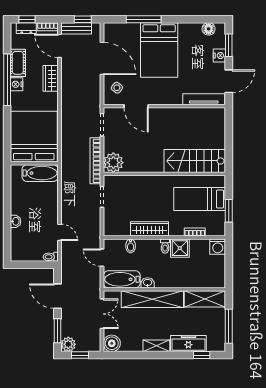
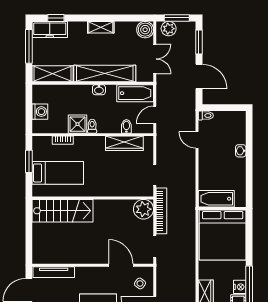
wardrobe: (150, 229) -> (124, 143), moved
washing machine: (218, 247) -> (40, 112), moved, turned 90
door: (102, 258) -> (155, 115), swing flipped
washbasin: (148, 283) -> (99, 90), moved
double door: (102, 314) -> (155, 59), swing flipped
freezer: (188, 343) -> (50, 29), moved
plant: (68, 344) -> (169, 29), moved
window: (80, 355) -> (177, 18), width x1.50

